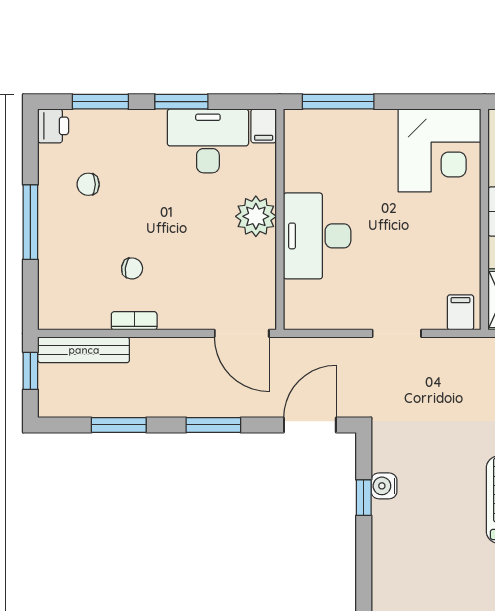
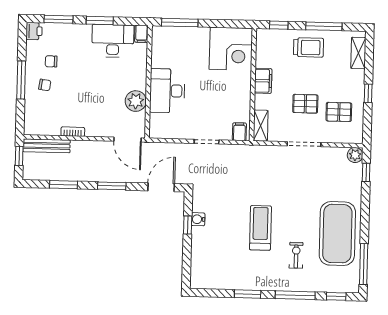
plant: (256, 216) -> (136, 101), moved
chair: (132, 268) -> (45, 85), moved

